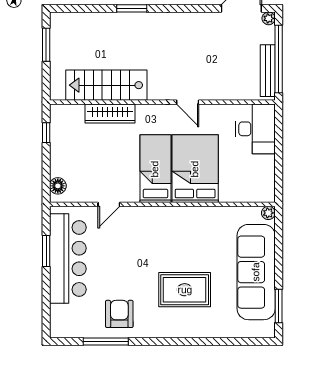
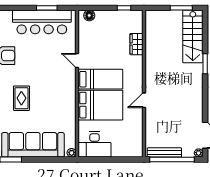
stairs: (106, 85) -> (193, 36), moved, turned 180
wardrobe: (110, 113) -> (136, 44), width x0.67
desk: (255, 129) -> (95, 144), moved
door: (109, 204) -> (77, 61), moved
rug: (185, 290) -> (21, 98), width x0.73, depth x0.70

